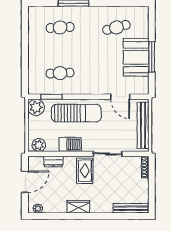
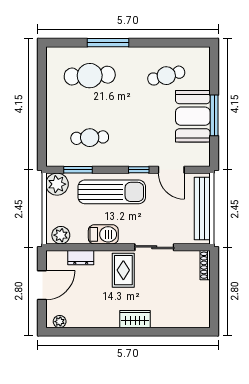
cafe table: (60, 27) -> (90, 76), width x1.37, depth x1.35
window: (96, 97) -> (139, 170), added
wardrobe: (78, 207) -> (135, 319), moved
bench: (131, 208) -> (186, 321), removed

